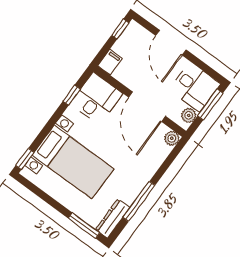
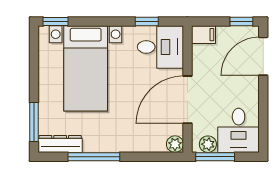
door: (171, 43) -> (263, 56), moved
window: (210, 104) -> (215, 157), moved

